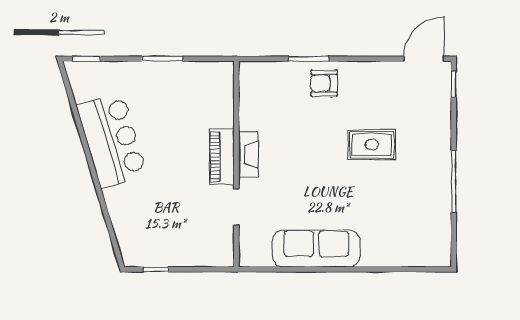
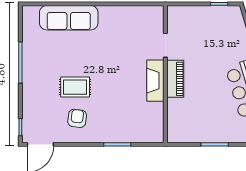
armchair: (324, 83) -> (77, 118), moved, turned -83
fireplace: (248, 154) -> (155, 81), width x1.37, depth x1.32
sofa: (316, 249) -> (69, 18), moved

